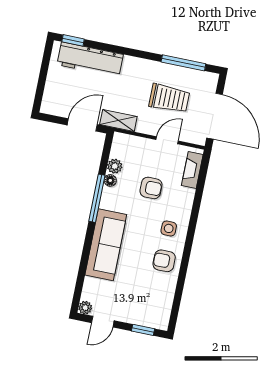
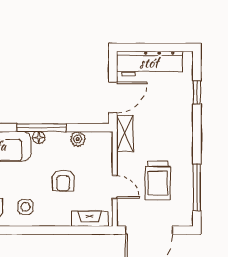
window: (73, 40) -> (197, 92), moved
workbench: (90, 60) -> (149, 63), moved, turned -90
door: (82, 125) -> (113, 97), hinge flipped
floor lamp: (110, 180) -> (39, 138), moved

